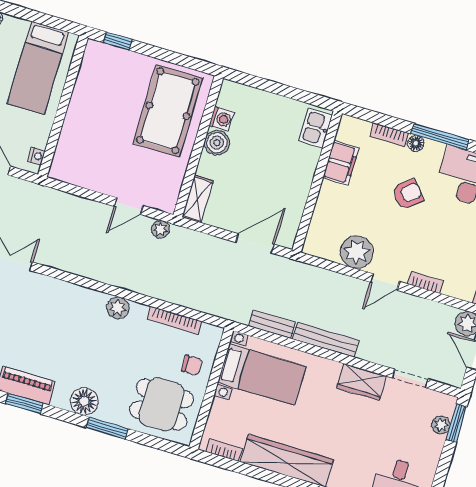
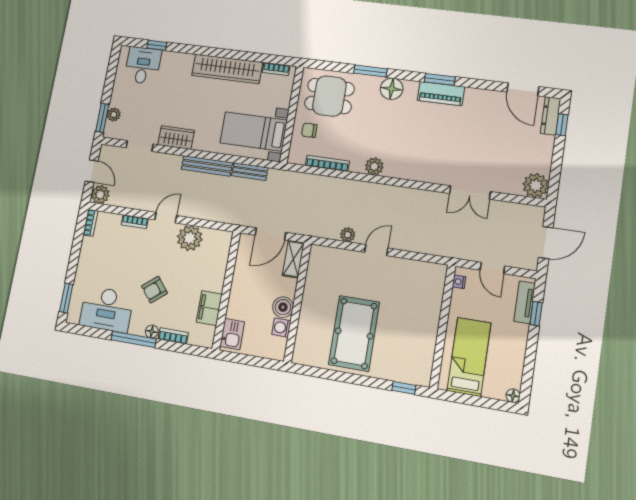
washing machine: (222, 119) -> (281, 328), moved
boiler: (217, 143) -> (283, 307), moved
wall: (198, 146) -> (298, 302), moved
shelving: (198, 199) -> (293, 259), moved

